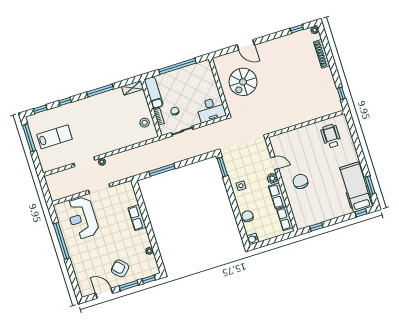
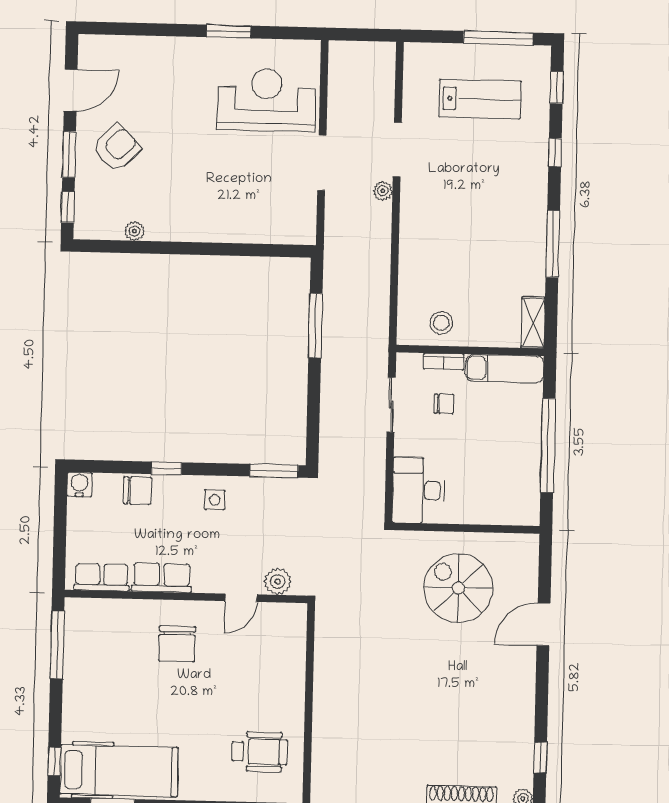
lab bench: (55, 137) -> (480, 99), turned -90
plant: (272, 178) -> (278, 581), moved
chair: (301, 181) -> (177, 644), turned 90
window: (235, 208) -> (166, 468), added
row of seats: (137, 218) -> (223, 229), removed
window: (316, 227) -> (57, 645), width x2.17
window: (61, 241) -> (229, 31), width x0.47

